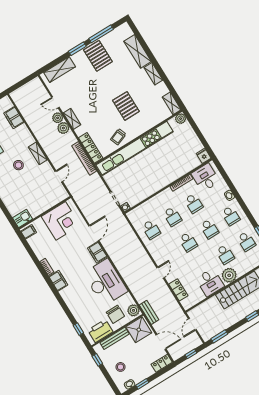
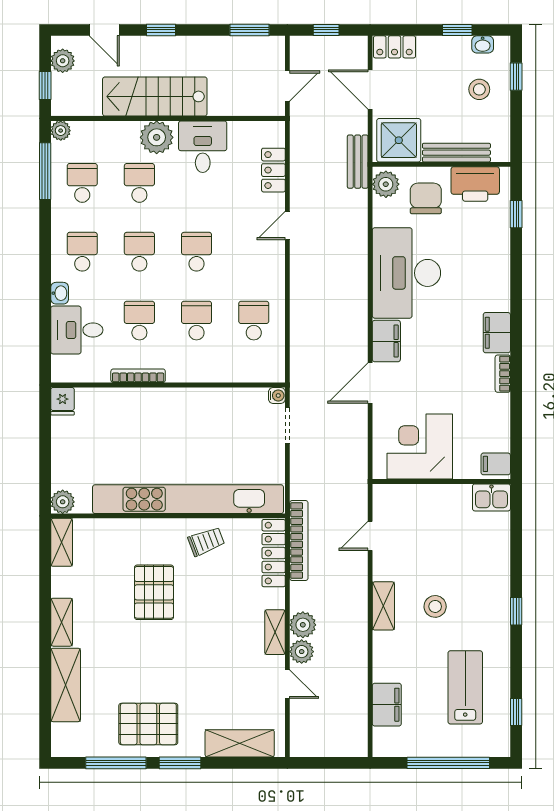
pallet: (98, 56) -> (148, 724), turned 90
desk: (205, 178) -> (77, 330), moved, turned 90
window: (97, 360) -> (516, 77), moved

